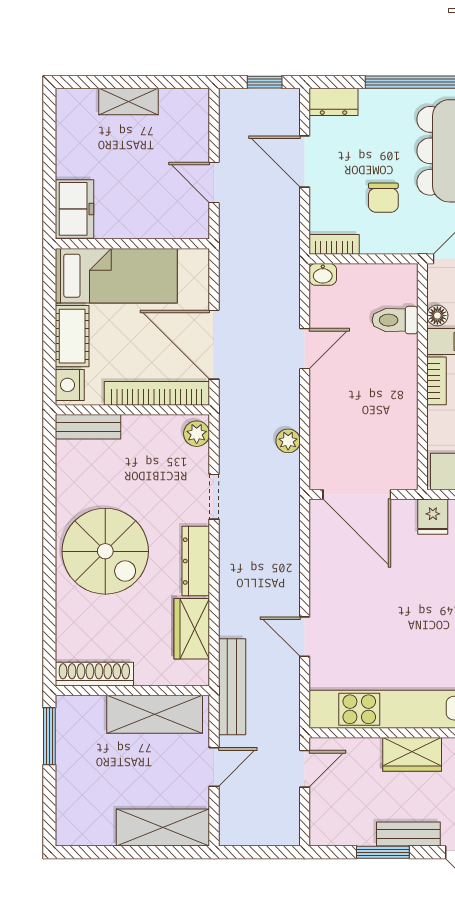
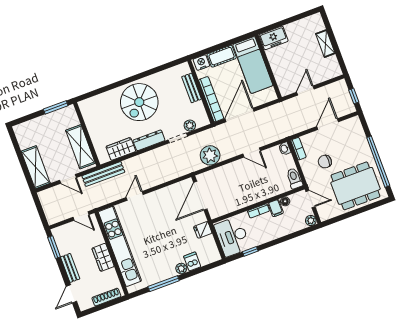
dresser: (333, 102) -> (356, 127), removed
toilet: (395, 320) -> (294, 178), moved
bench: (88, 427) -> (191, 88), moved
plant: (197, 434) -> (190, 125), moved
plant: (288, 441) -> (210, 155), width x1.88, depth x1.88
shoe rack: (94, 674) -> (88, 116), removed
window: (383, 852) -> (54, 247), moved

